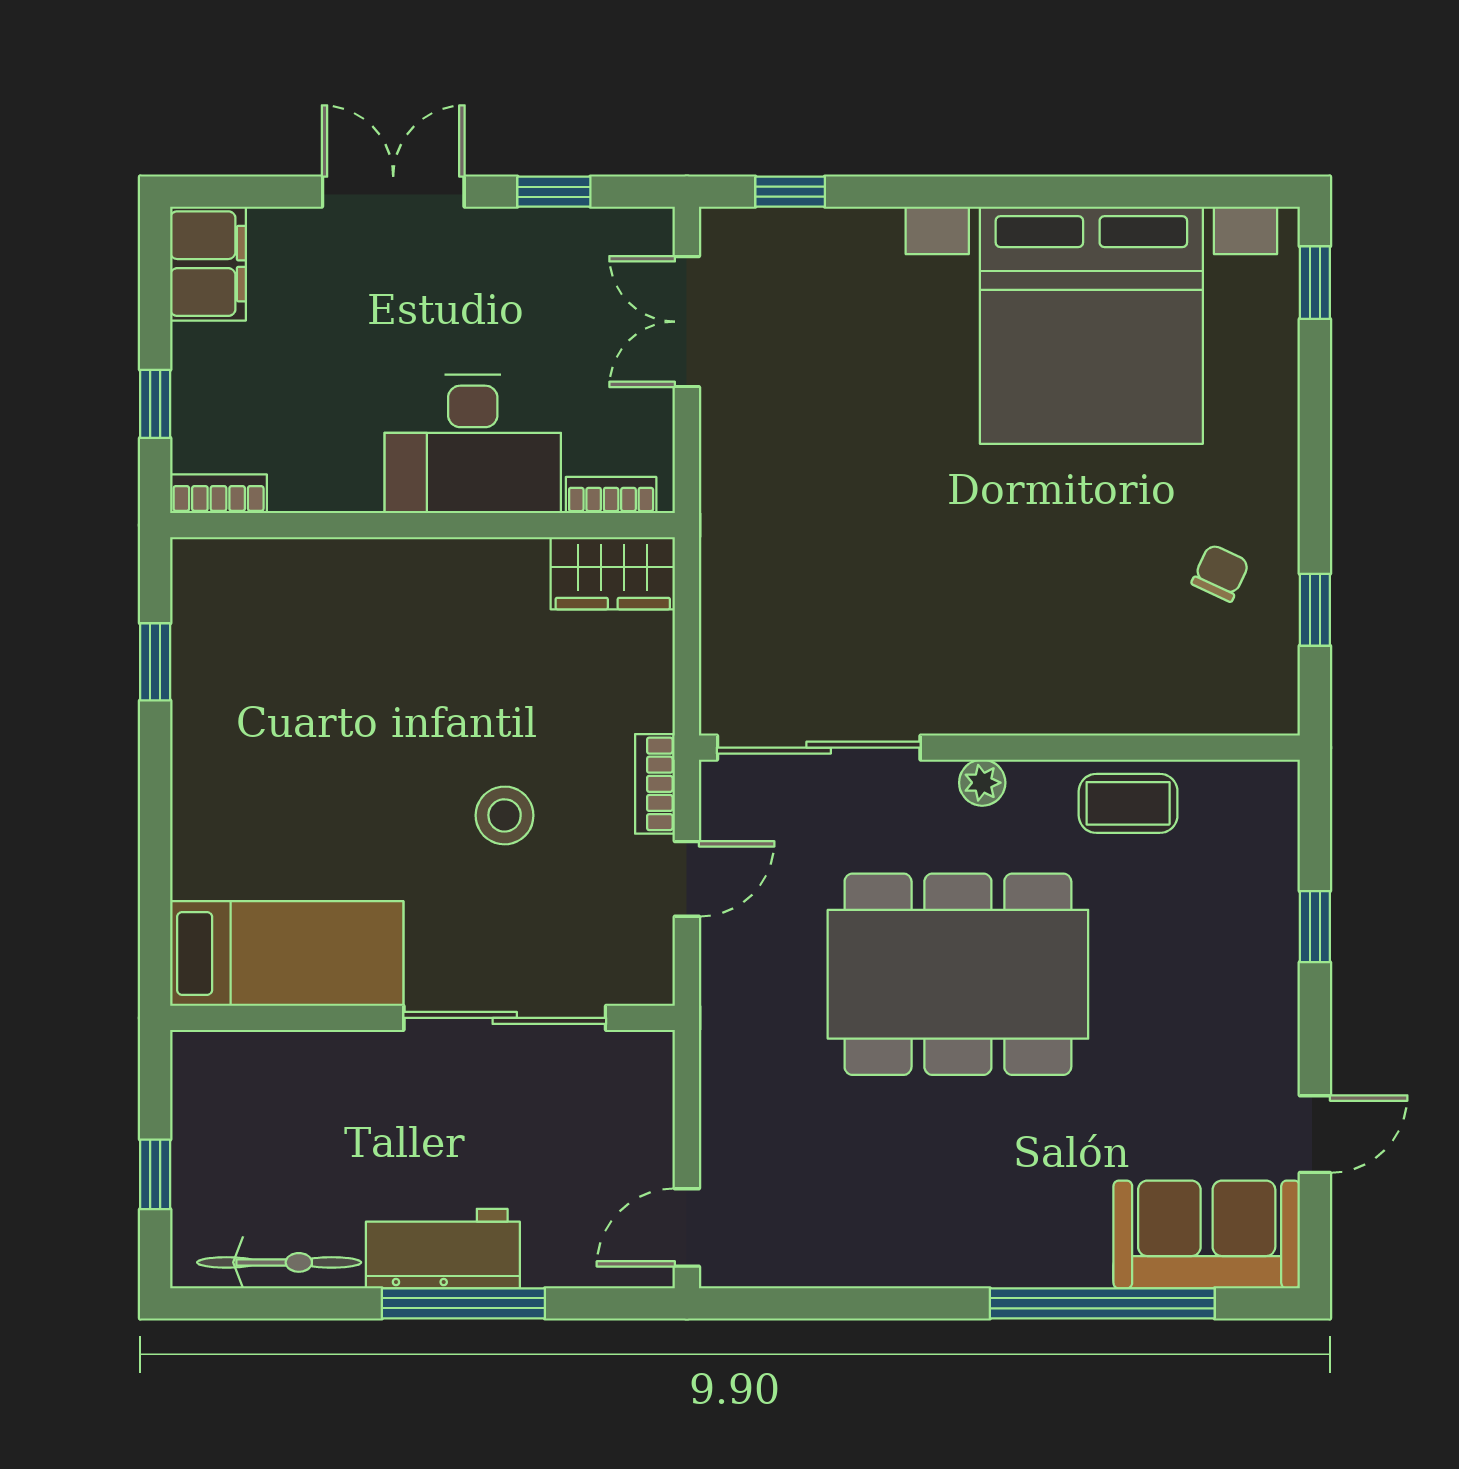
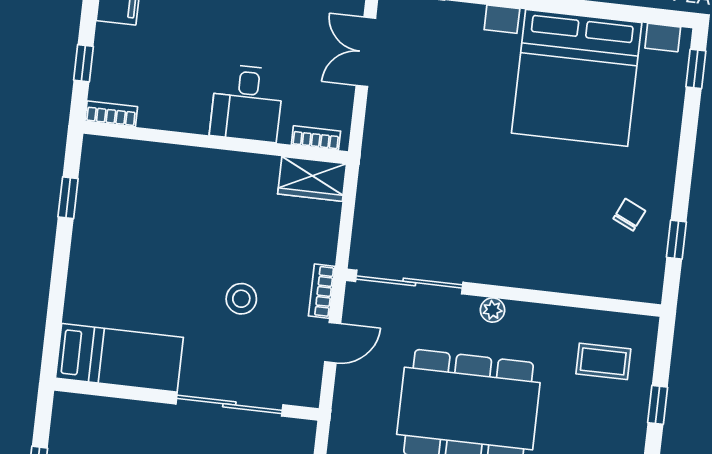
desk: (473, 444) -> (247, 103), width x0.73
coffee table: (1128, 803) -> (603, 361), moved

